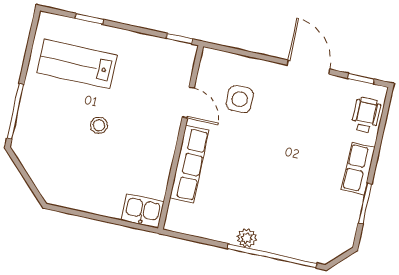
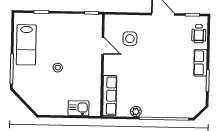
lab bench: (77, 64) -> (26, 45), moved, turned -90
wheelchair: (366, 115) -> (199, 34), turned 180
row of seats: (189, 164) -> (110, 96), moved
kitchen sink: (143, 211) -> (78, 108), moved
plant: (247, 238) -> (136, 112), moved

